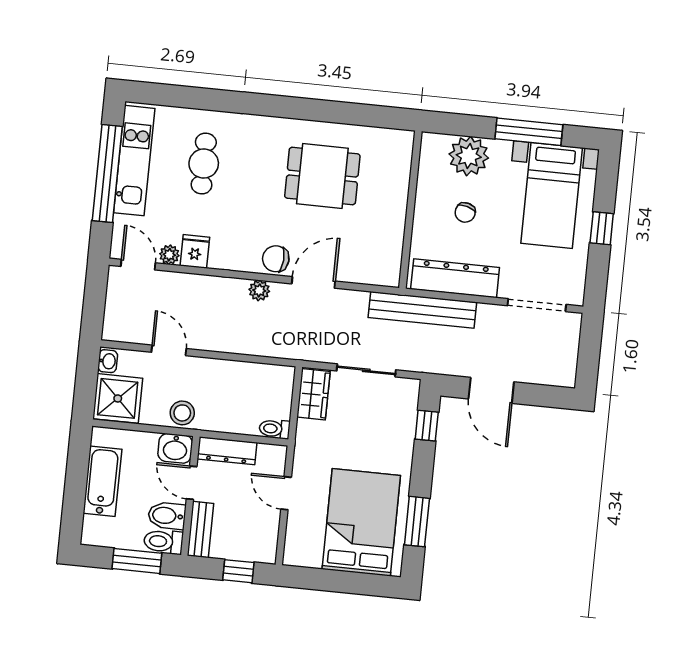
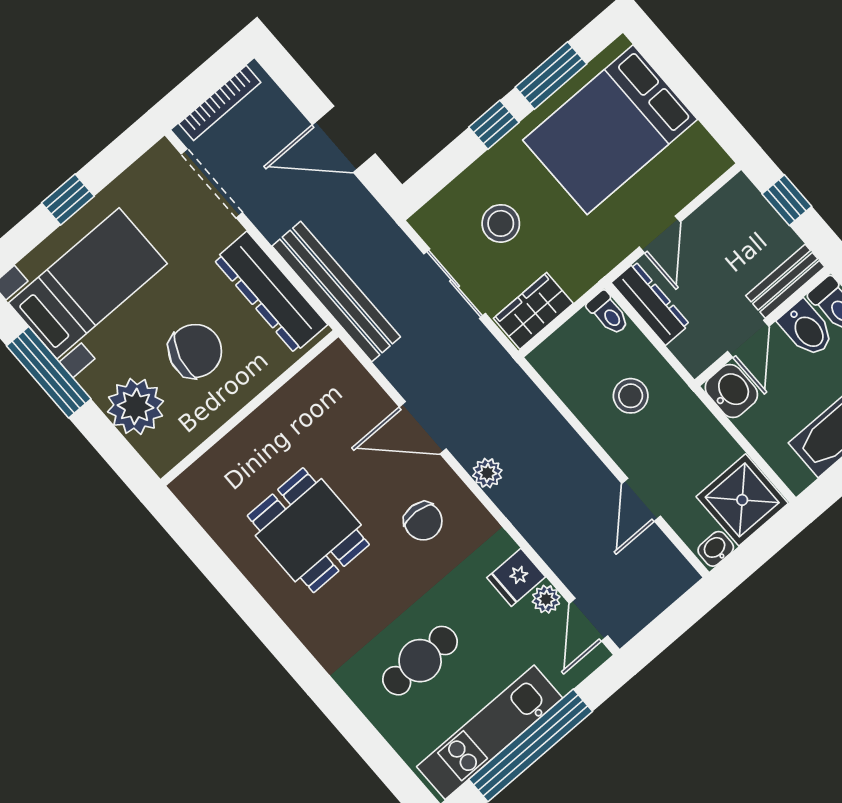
chair: (465, 212) -> (195, 351), width x1.87, depth x1.87
chair: (276, 259) -> (423, 521), moved
bookcase: (571, 349) -> (220, 103), added
door: (491, 390) -> (344, 139), swing flipped
stool: (182, 413) -> (631, 396), moved
stool: (372, 423) -> (501, 223), added
window: (427, 426) -> (494, 125), moved
dresser: (227, 451) -> (650, 303), moved

